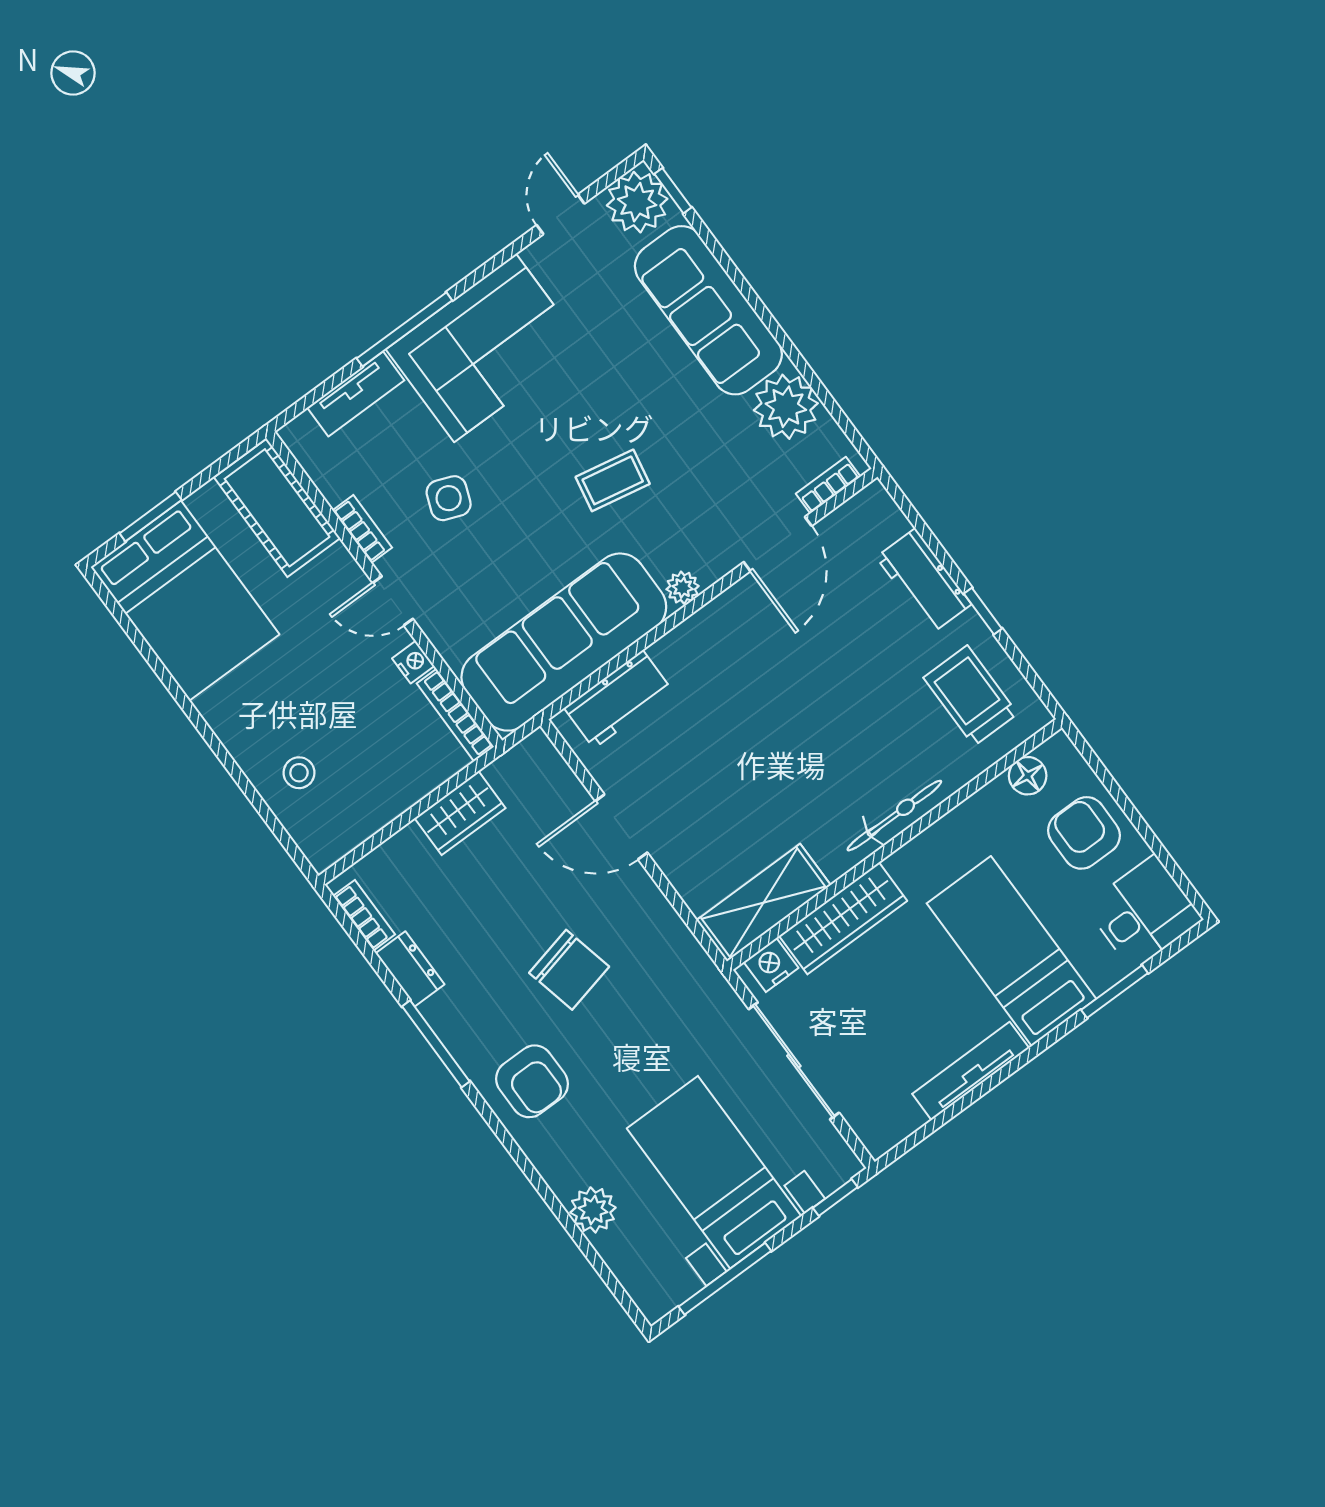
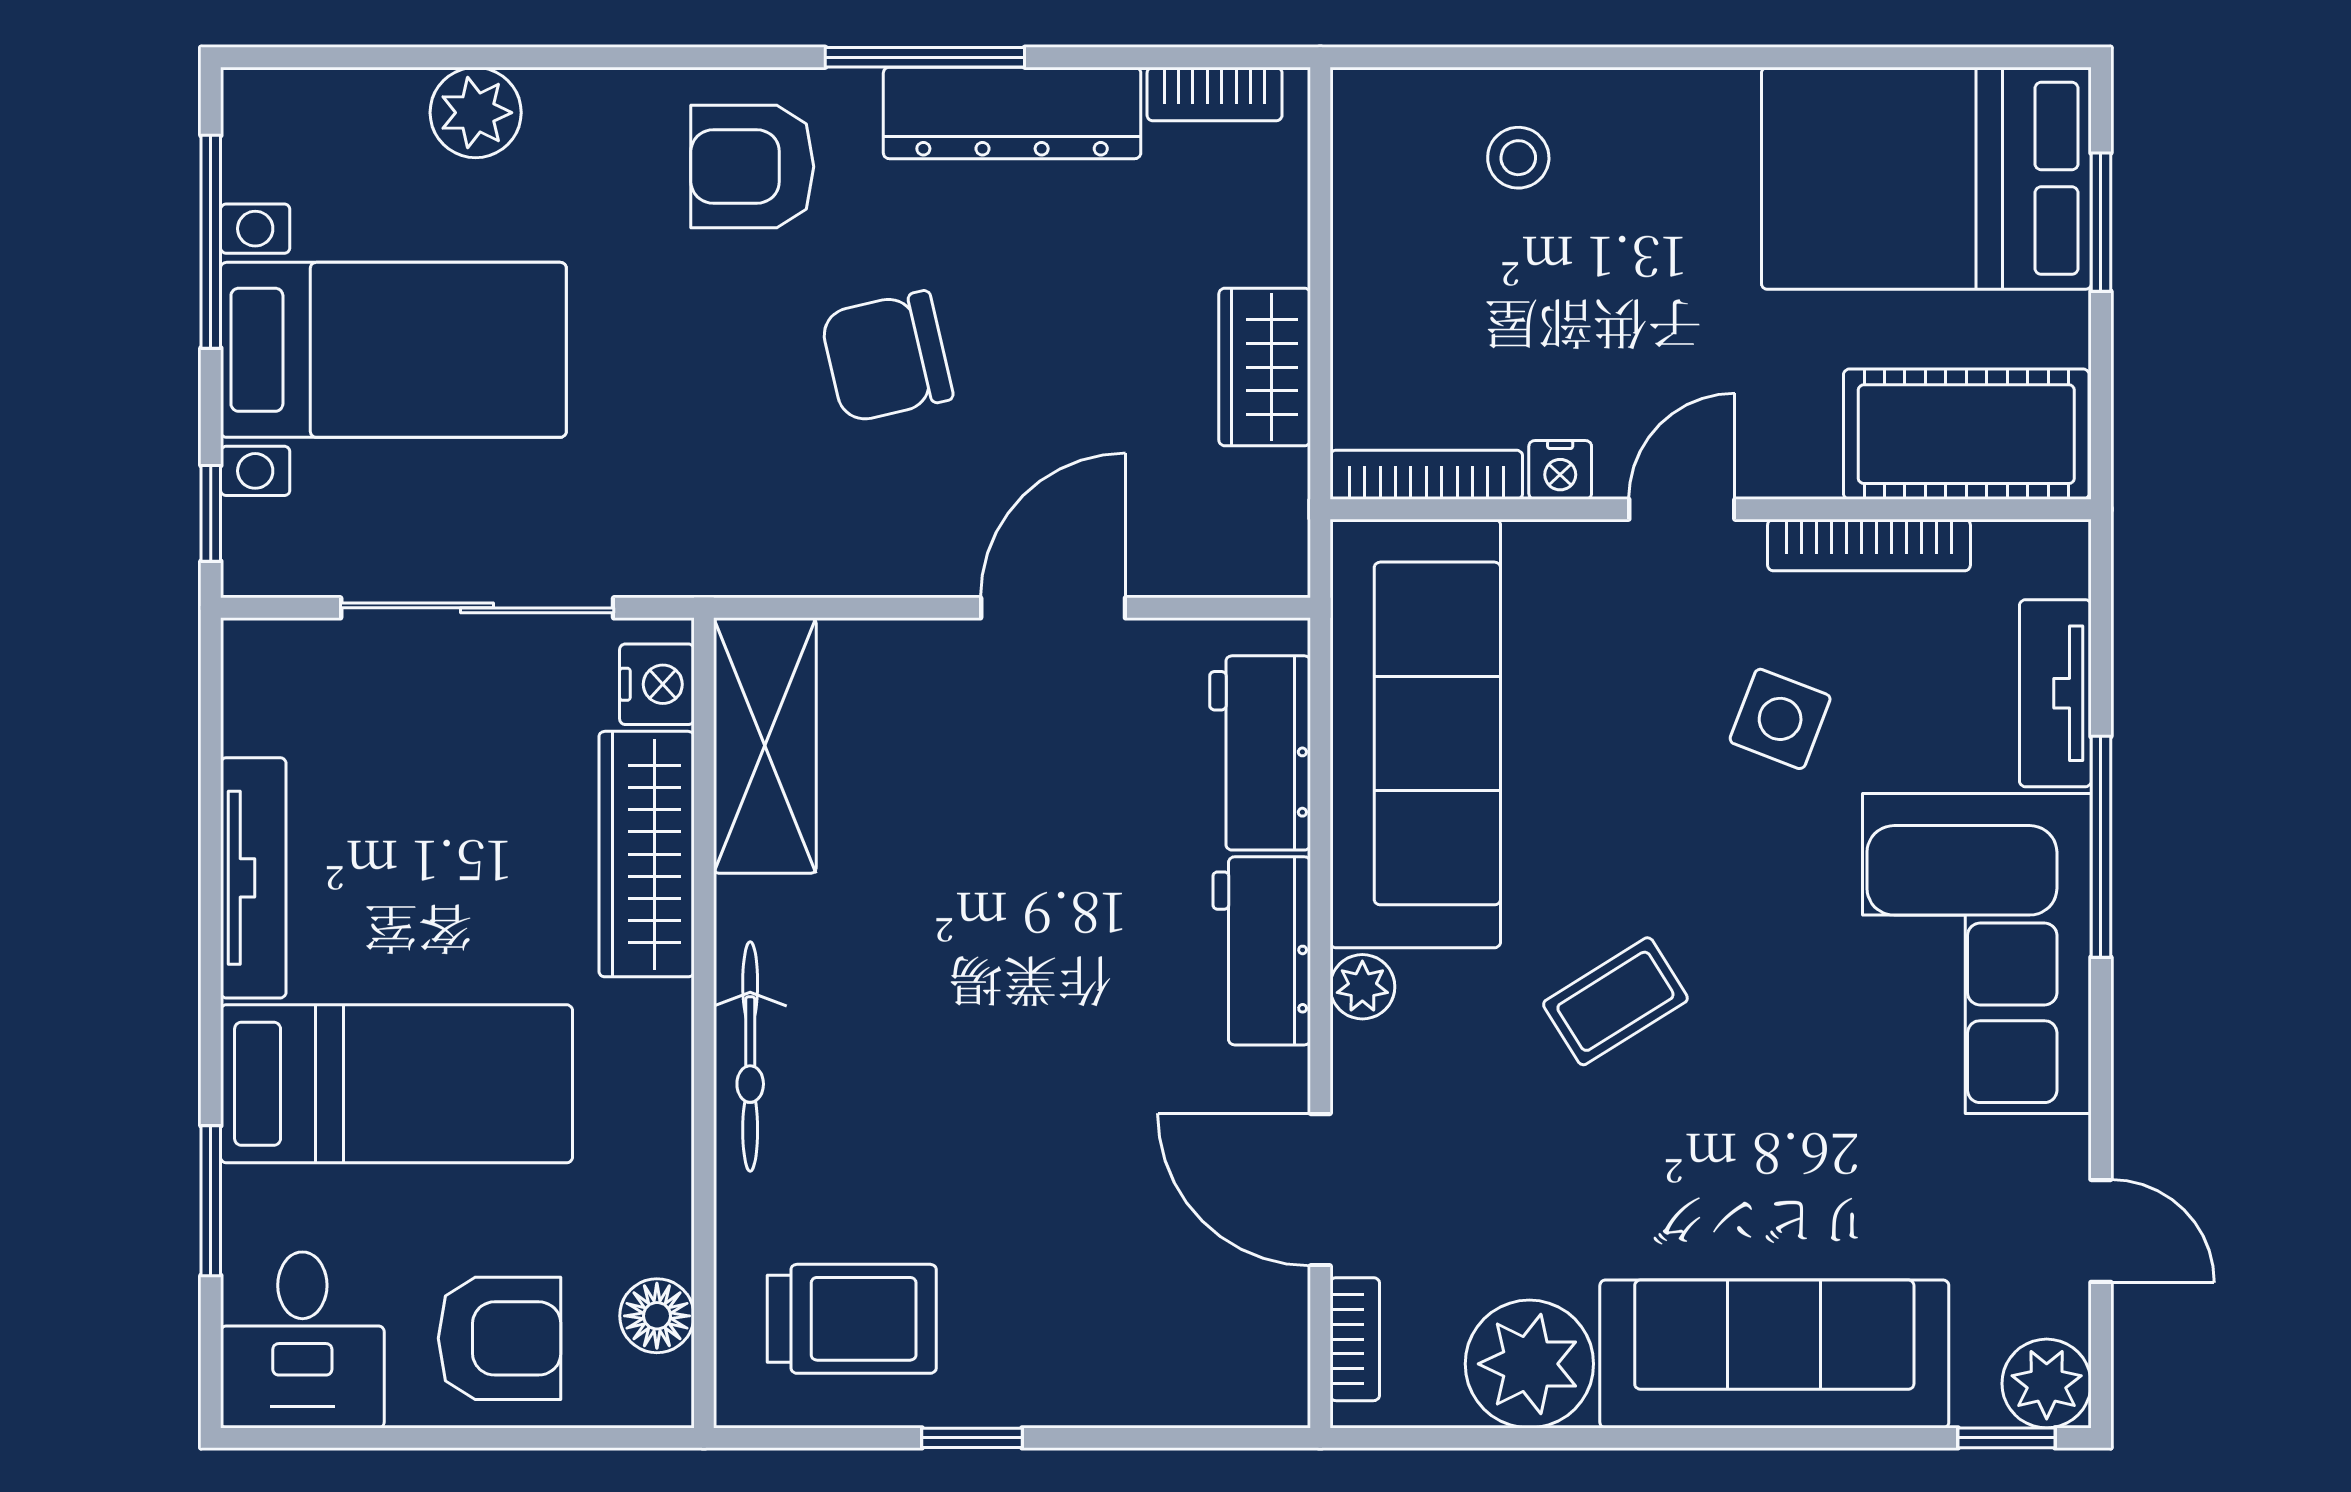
plant: (637, 202) -> (2047, 1384), width x0.73, depth x0.73
coffee table: (613, 480) -> (1615, 1001), turned 47
bookcase: (362, 529) -> (1869, 545), width x1.56
workbench: (924, 581) -> (1262, 951), moved, turned -90
dresser: (410, 969) -> (1012, 113), width x1.96, depth x1.24

